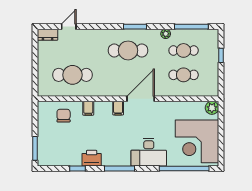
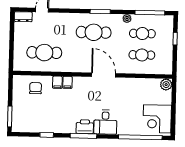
door: (141, 99) -> (104, 75), hinge flipped
filing cabinet: (118, 108) -> (67, 82), moved
corner desk: (197, 141) -> (157, 119), width x0.74, depth x0.74
desk: (149, 152) -> (105, 122), width x0.73
printer: (92, 158) -> (85, 127), moved

